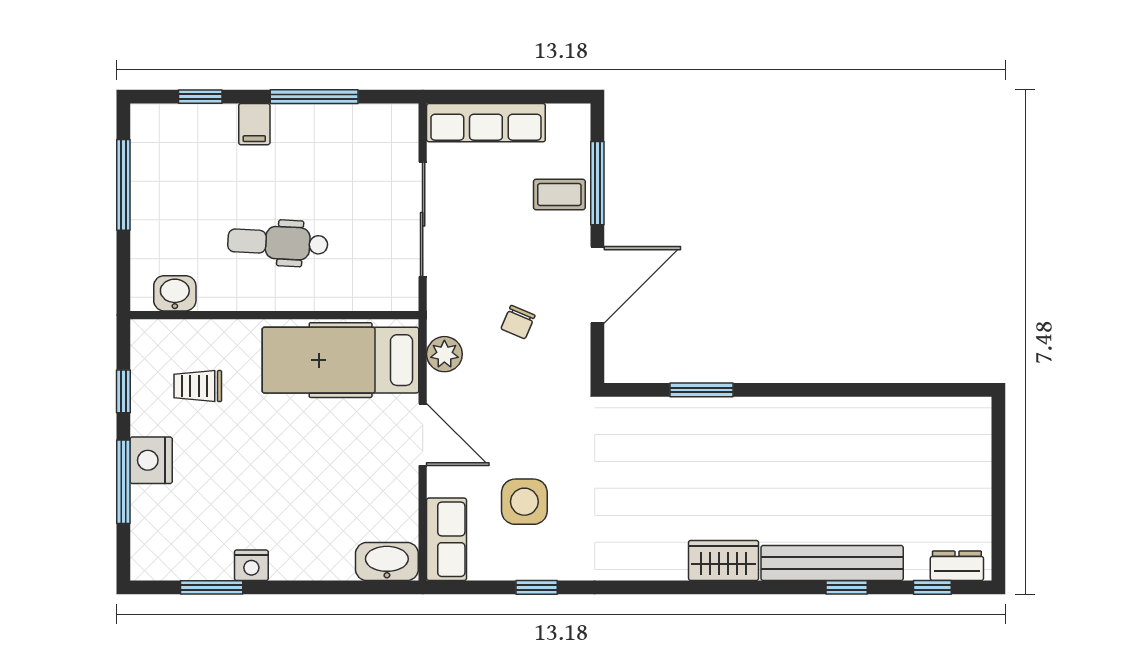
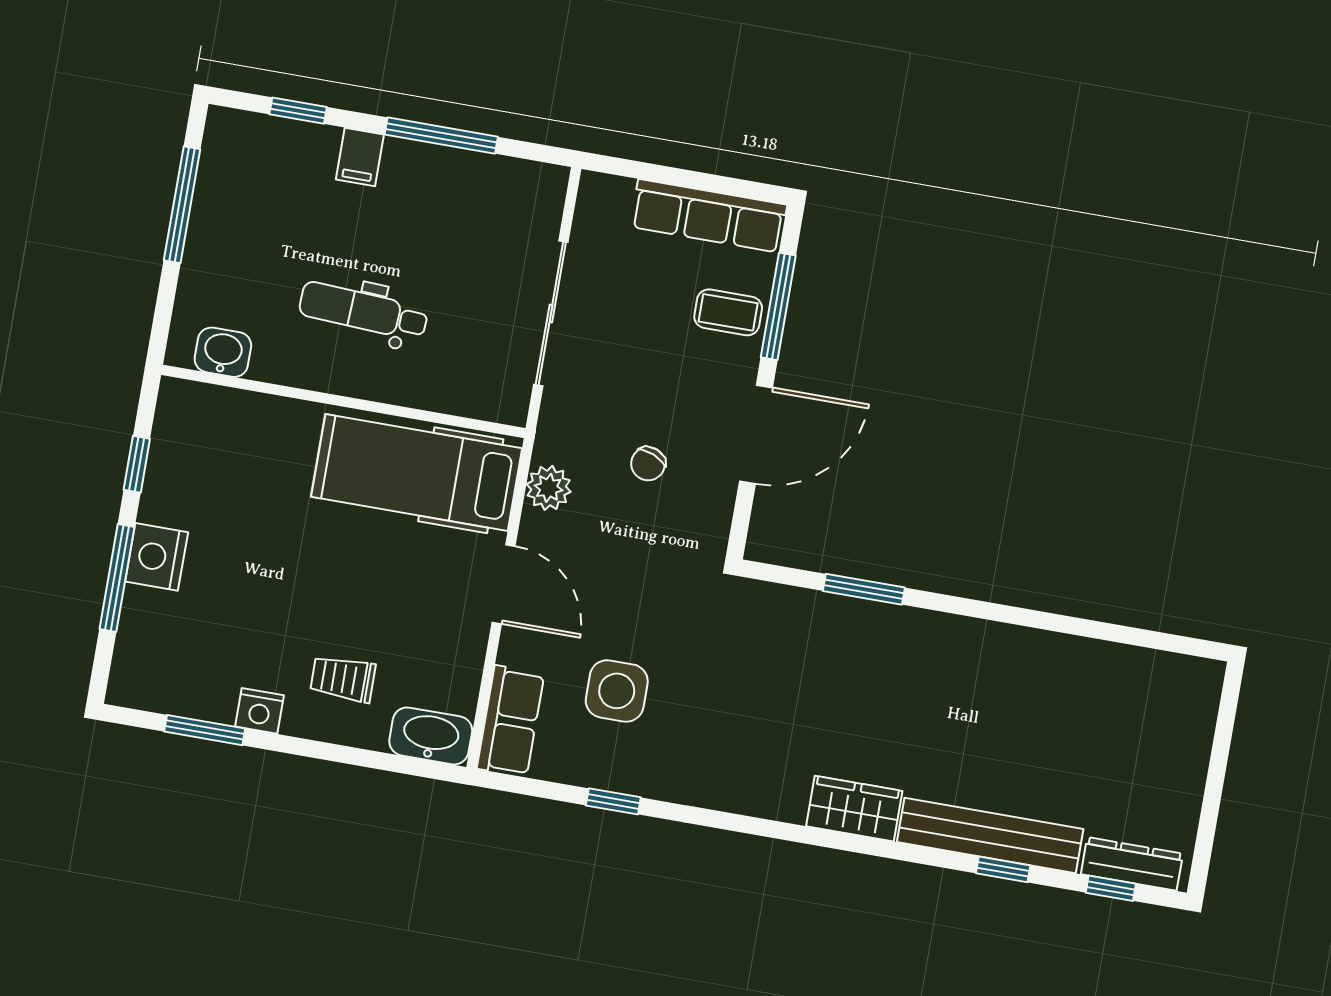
row of seats: (486, 123) -> (709, 216), moved
trolley: (198, 386) -> (343, 679), moved
dresser: (957, 566) -> (1132, 864), width x1.44

